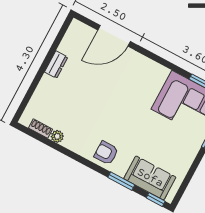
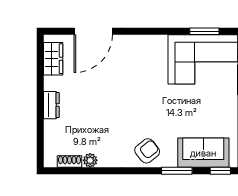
wardrobe: (71, 41) -> (53, 59), added
dresser: (56, 65) -> (51, 105), moved
armchair: (106, 153) -> (147, 151), turned 141

